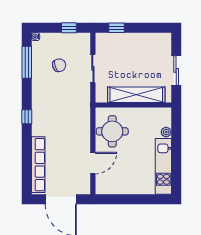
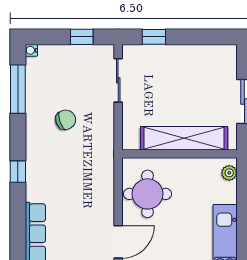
chair: (59, 65) -> (66, 120), moved
sliding door: (93, 68) -> (118, 80), moved
plant: (166, 132) -> (229, 173), moved

